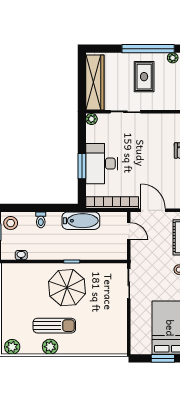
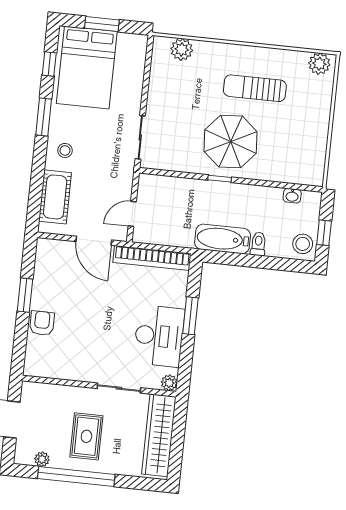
desk: (102, 164) -> (159, 336), moved
bathtub: (81, 221) -> (223, 239), moved
door: (129, 231) -> (132, 214), hinge flipped
plant: (50, 347) -> (182, 49), moved

